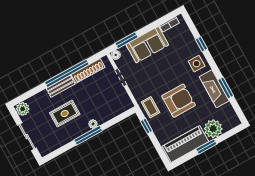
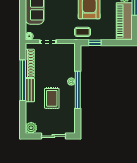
window: (126, 40) -> (23, 22), removed
window: (88, 135) -> (78, 90), width x1.46

